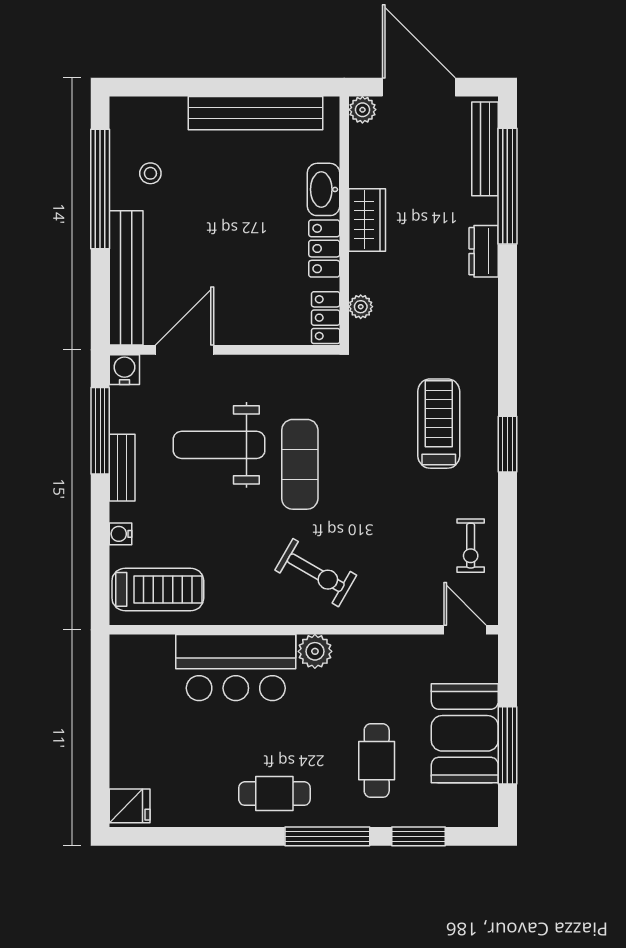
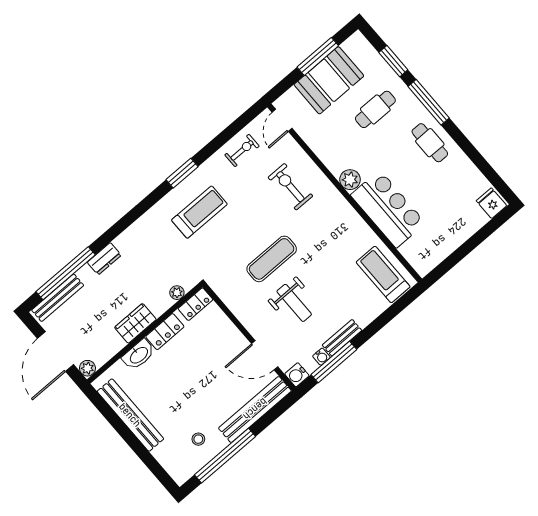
treadmill: (439, 424) -> (199, 212), turned 180
weight bench: (219, 445) -> (294, 303), width x0.73, depth x0.75
water cooler: (121, 534) -> (321, 357), moved
exercise bike: (316, 573) -> (290, 187), moved, turned -30

